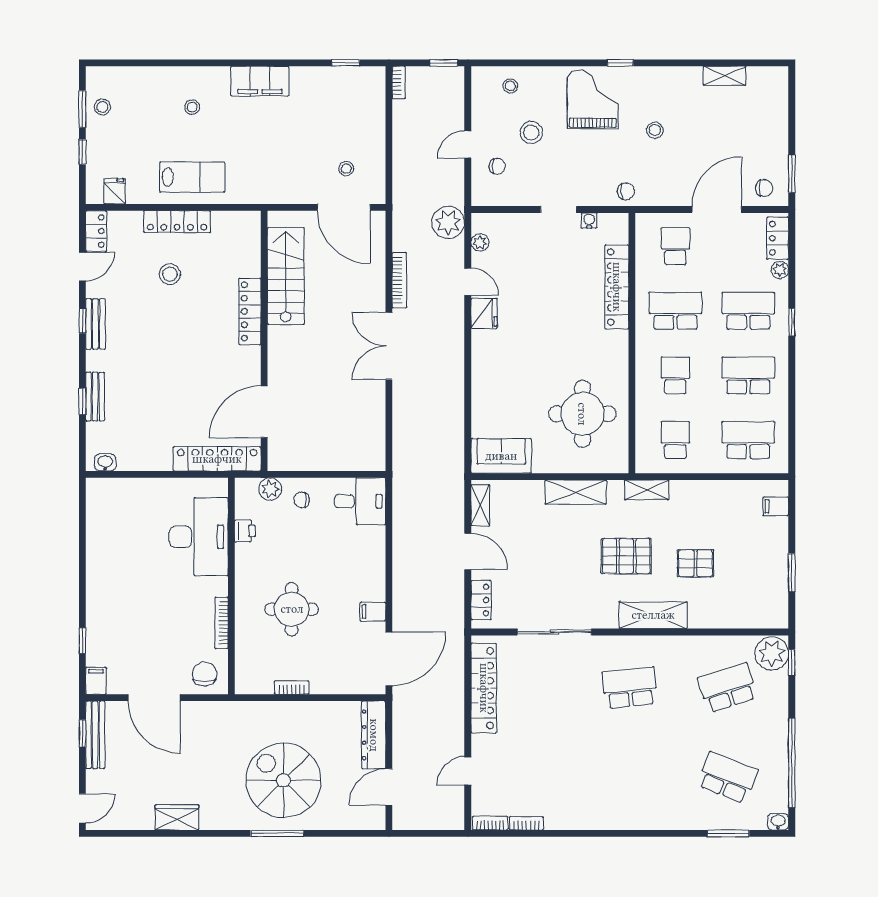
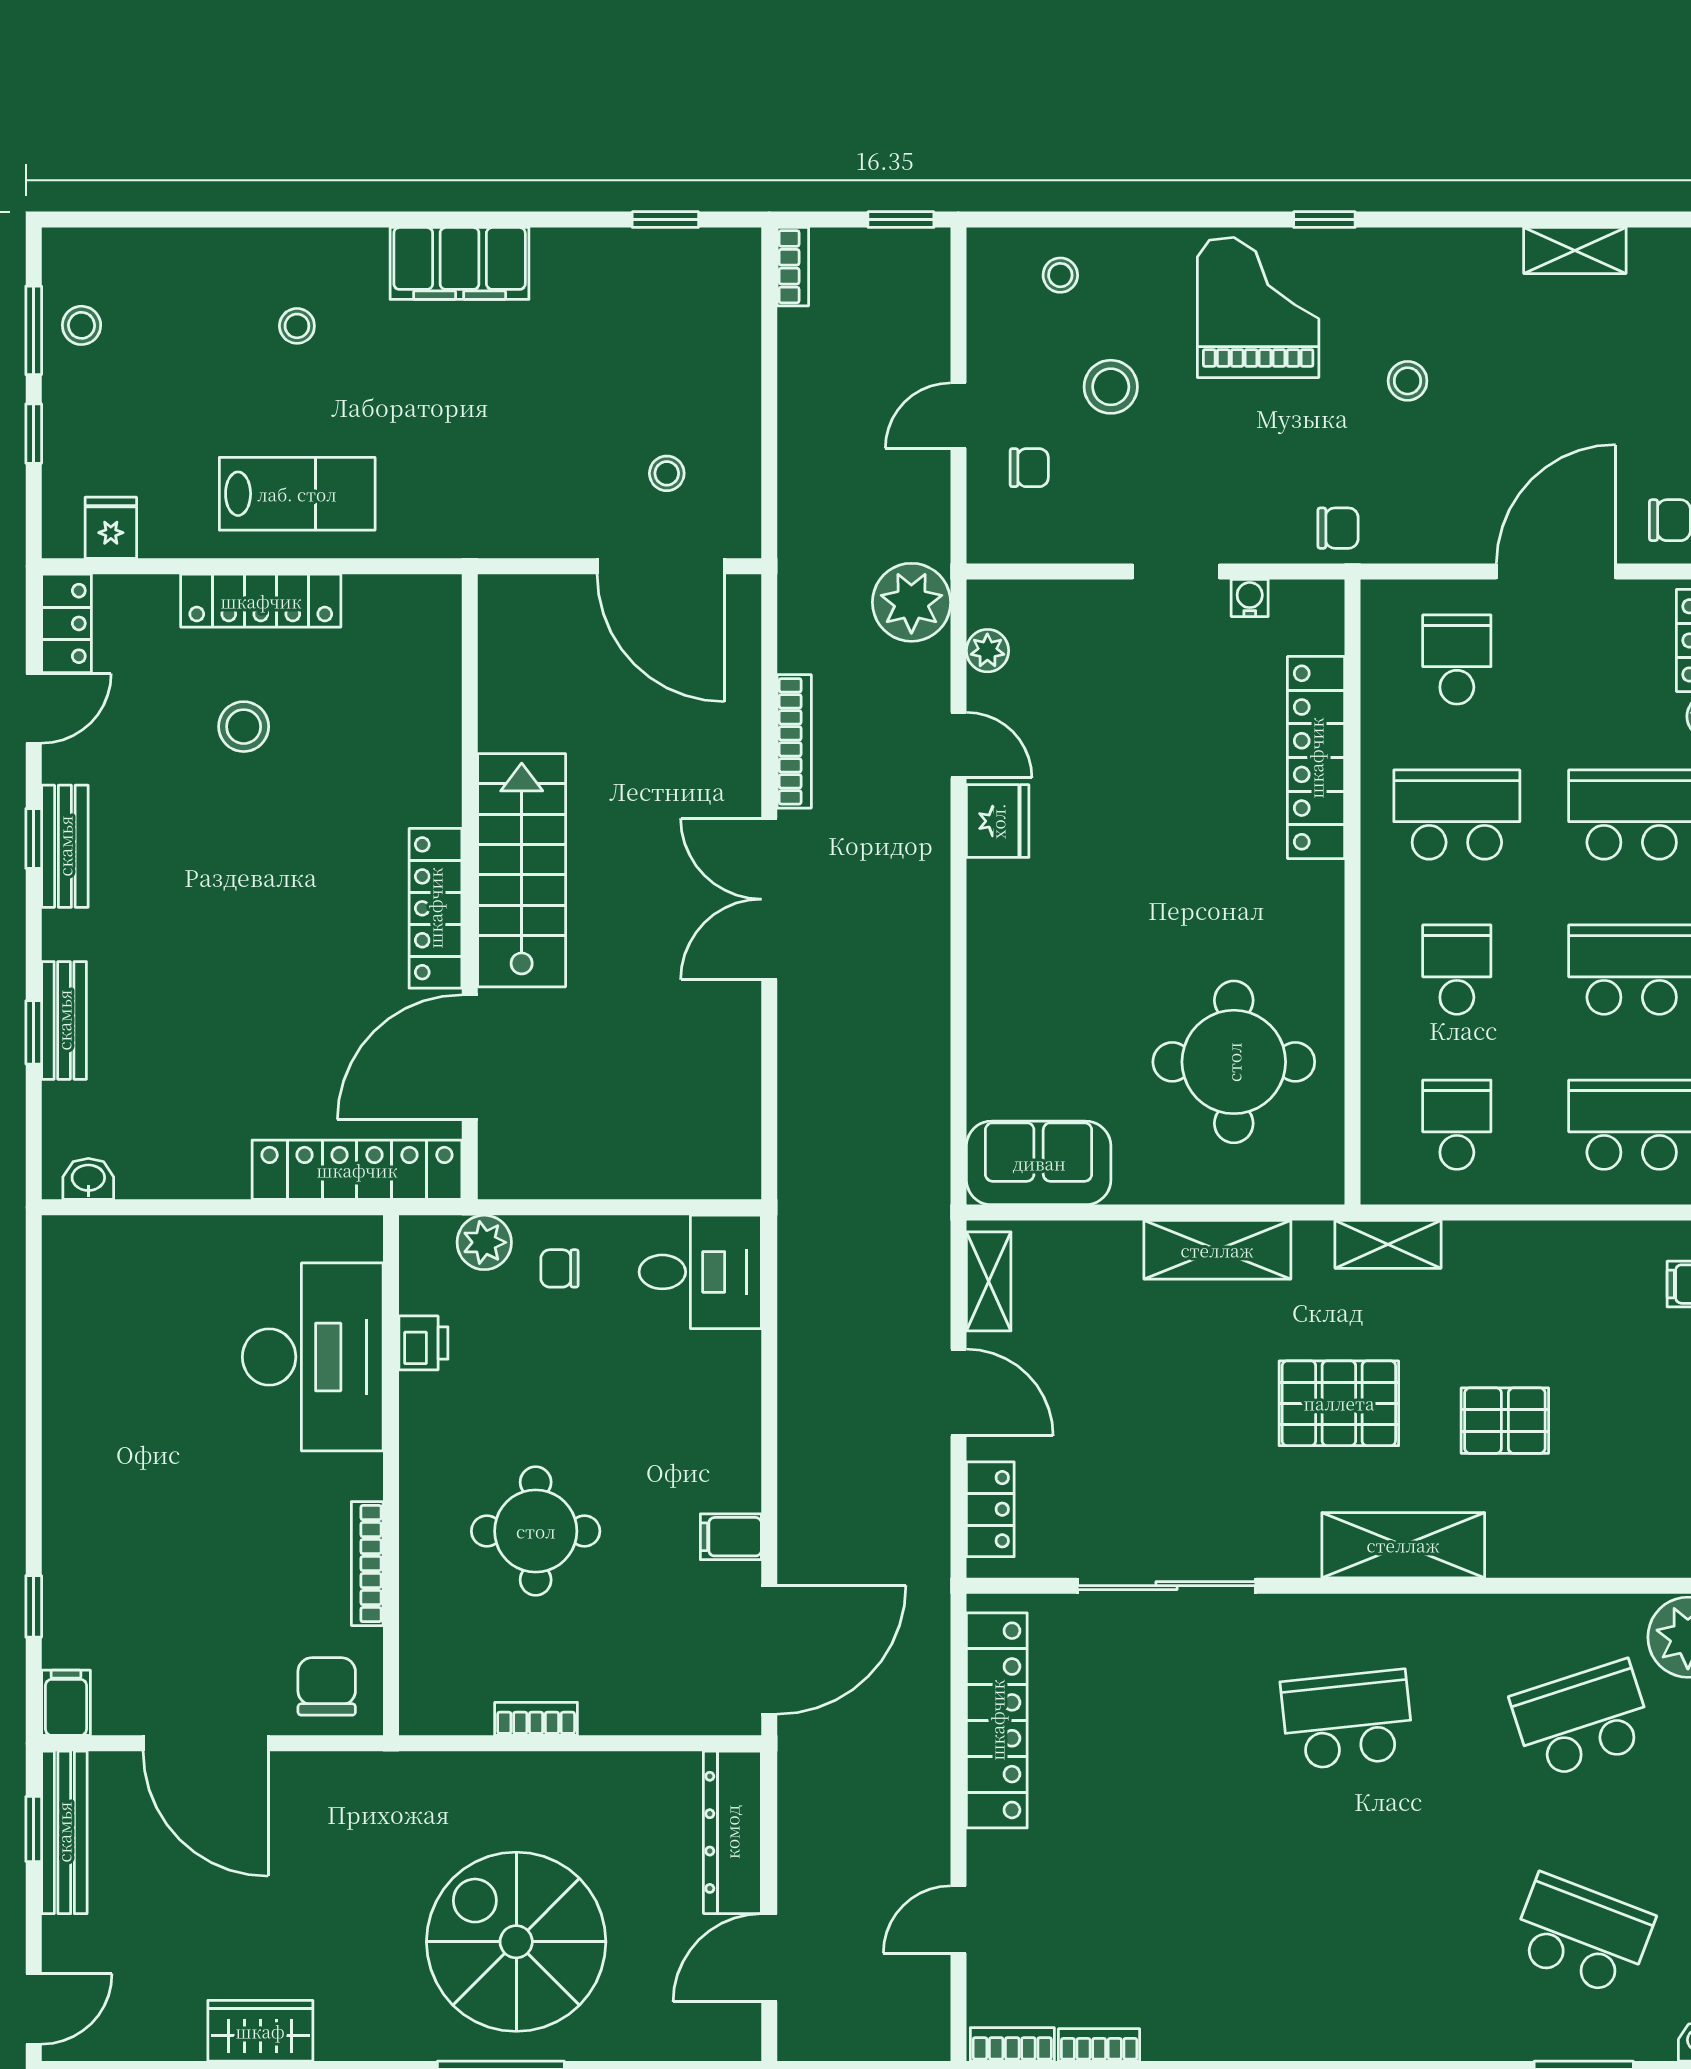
stairs: (286, 276) -> (522, 870), moved
locker: (250, 311) -> (435, 908), moved

